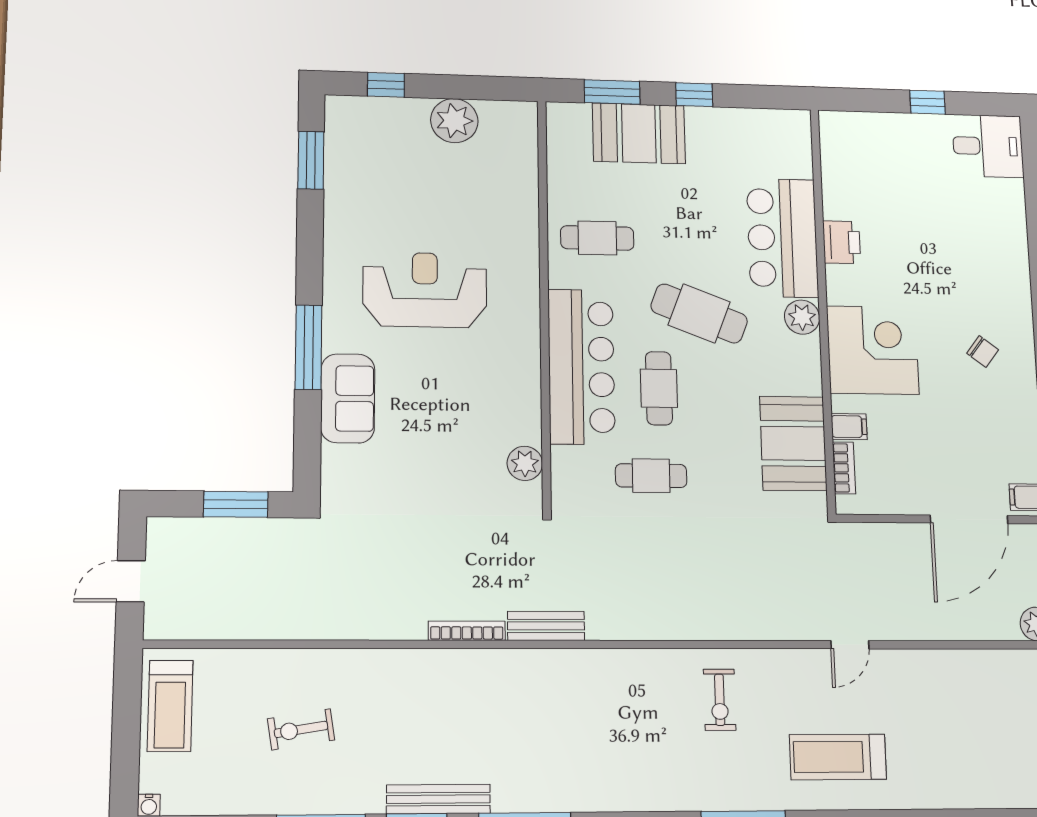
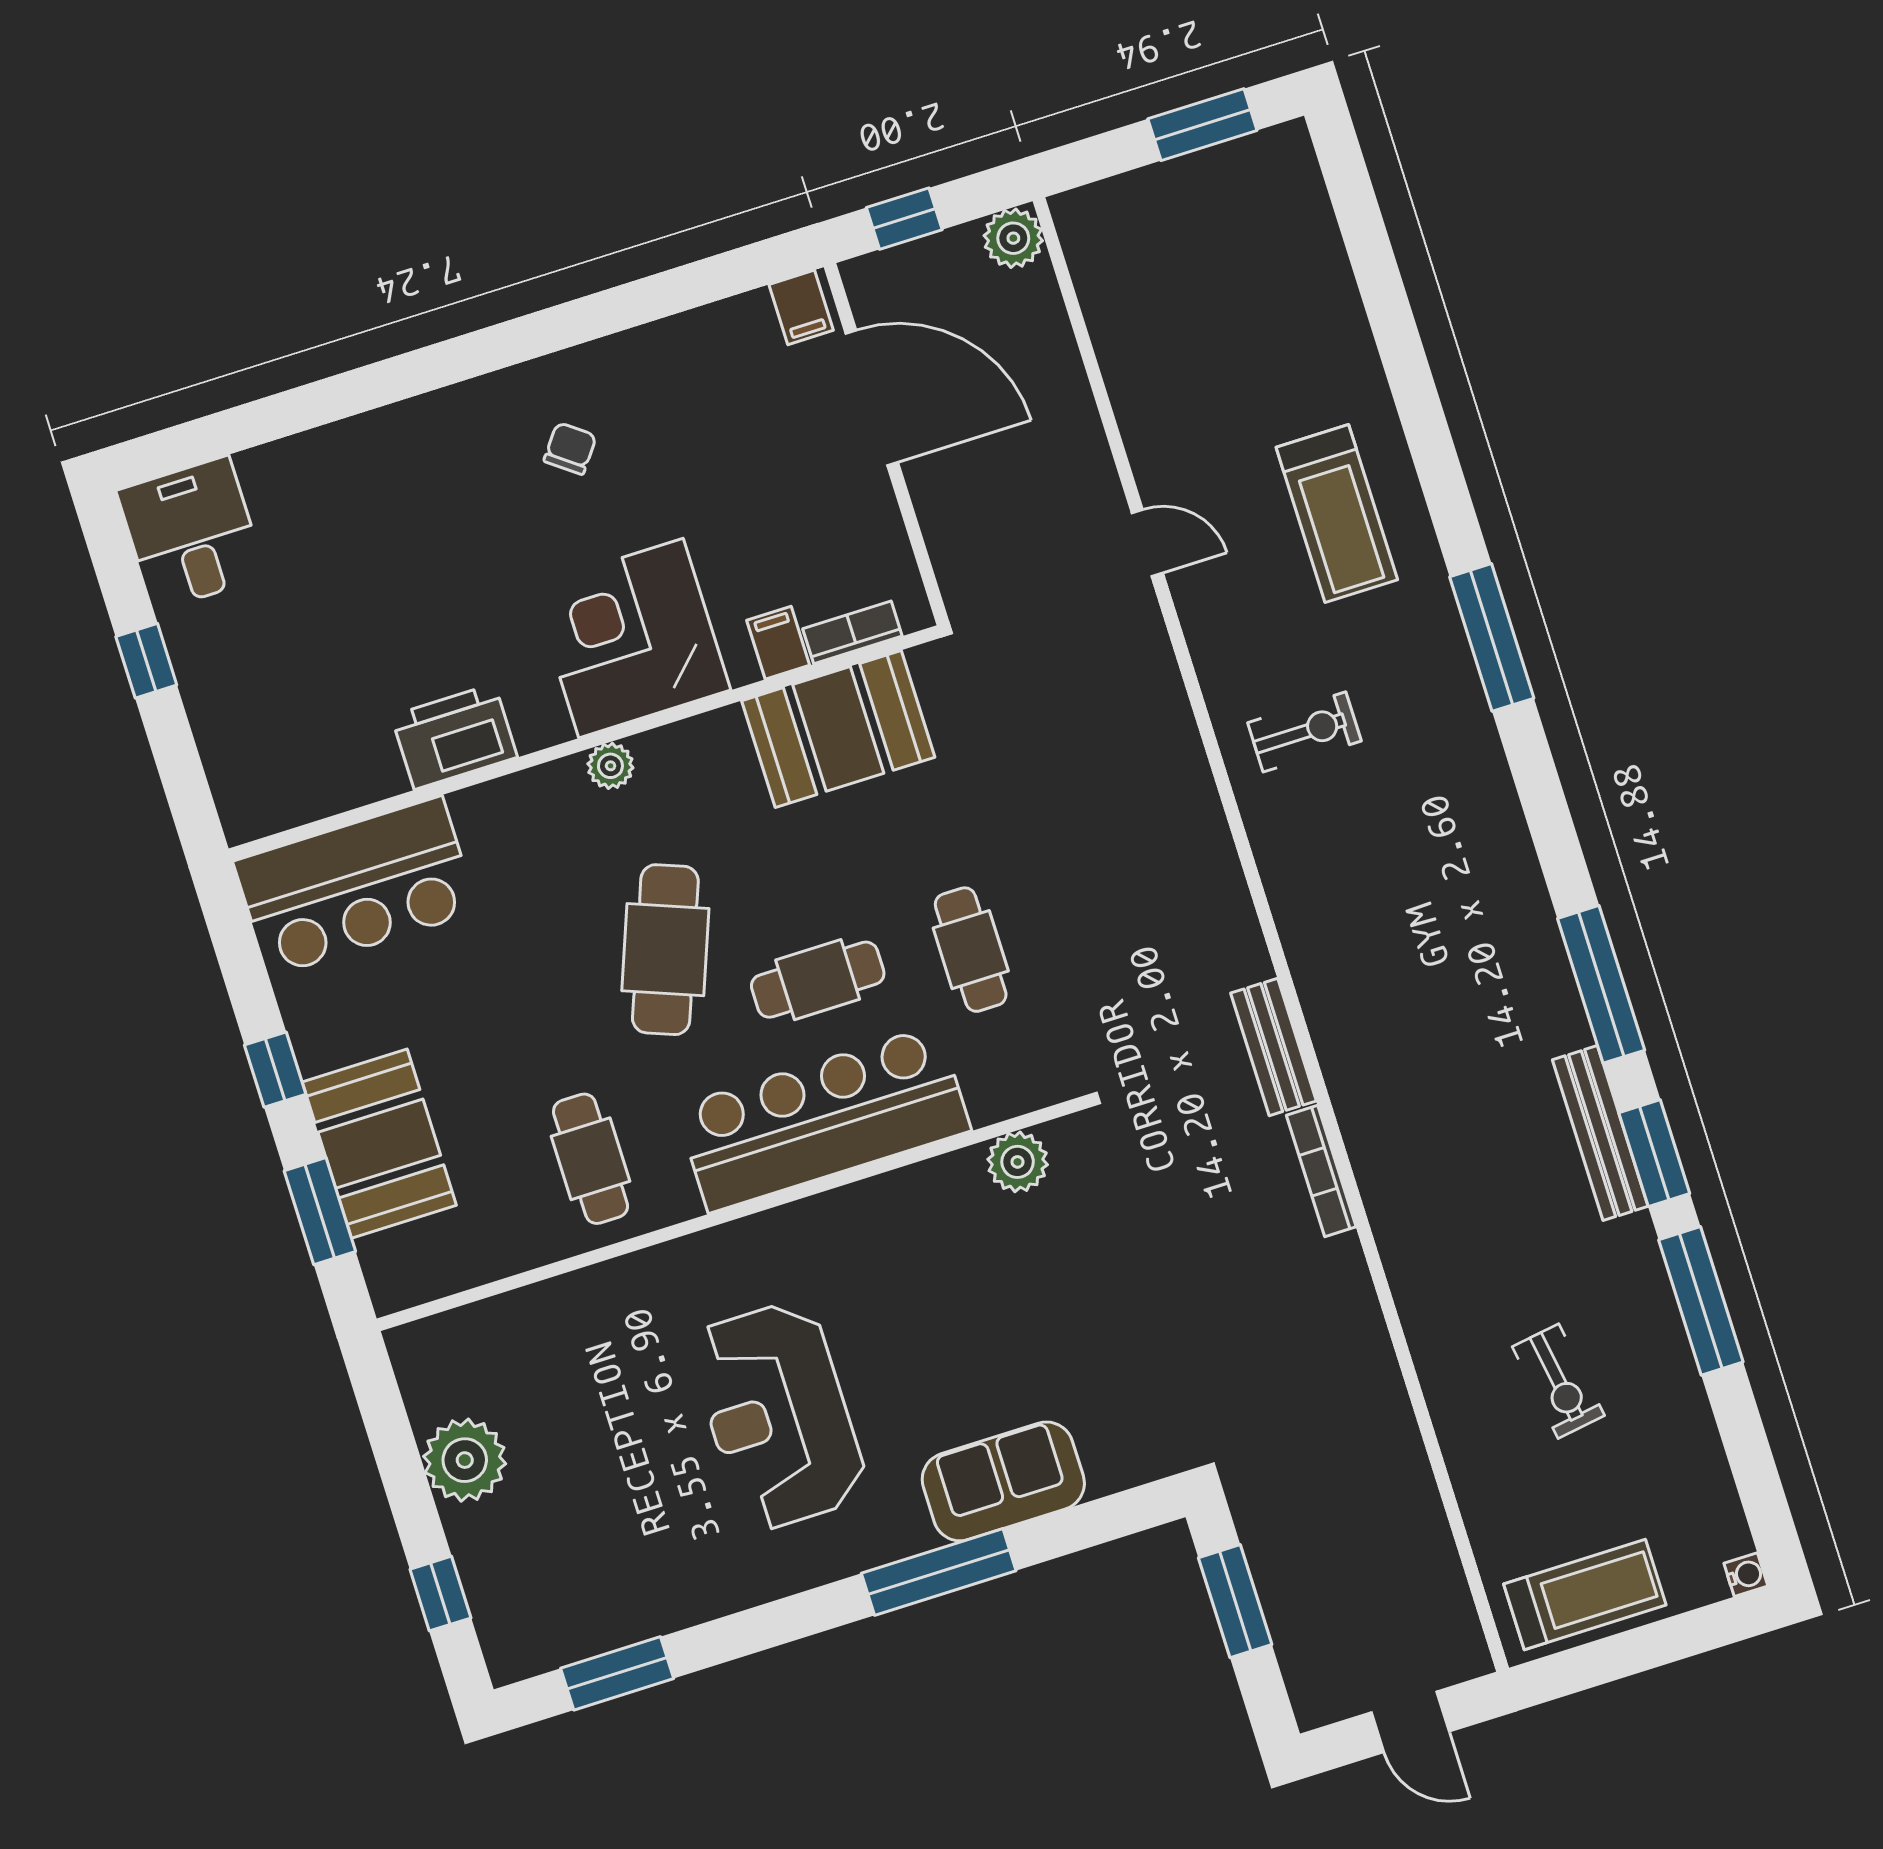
bar counter: (782, 238) -> (356, 886), moved
printer: (842, 242) -> (454, 737), width x1.37, depth x1.19
plant: (802, 317) -> (610, 766), width x0.73, depth x0.73

